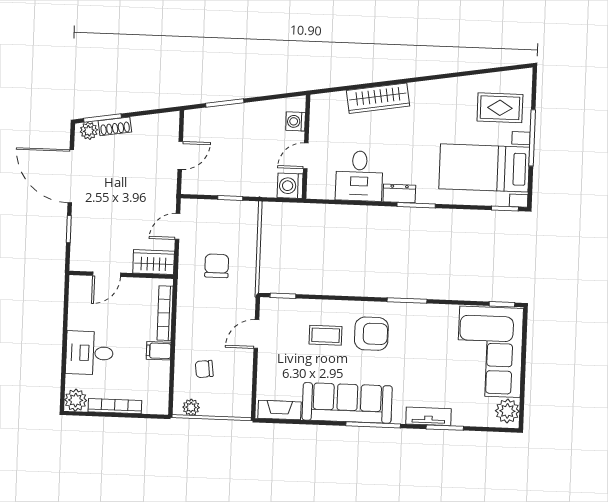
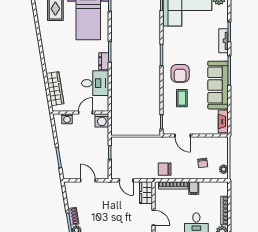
wardrobe: (378, 98) -> (55, 89), moved
door: (306, 156) -> (85, 113), swing flipped
chair: (217, 266) -> (165, 169), moved
armchair: (371, 334) -> (180, 73), turned 180

